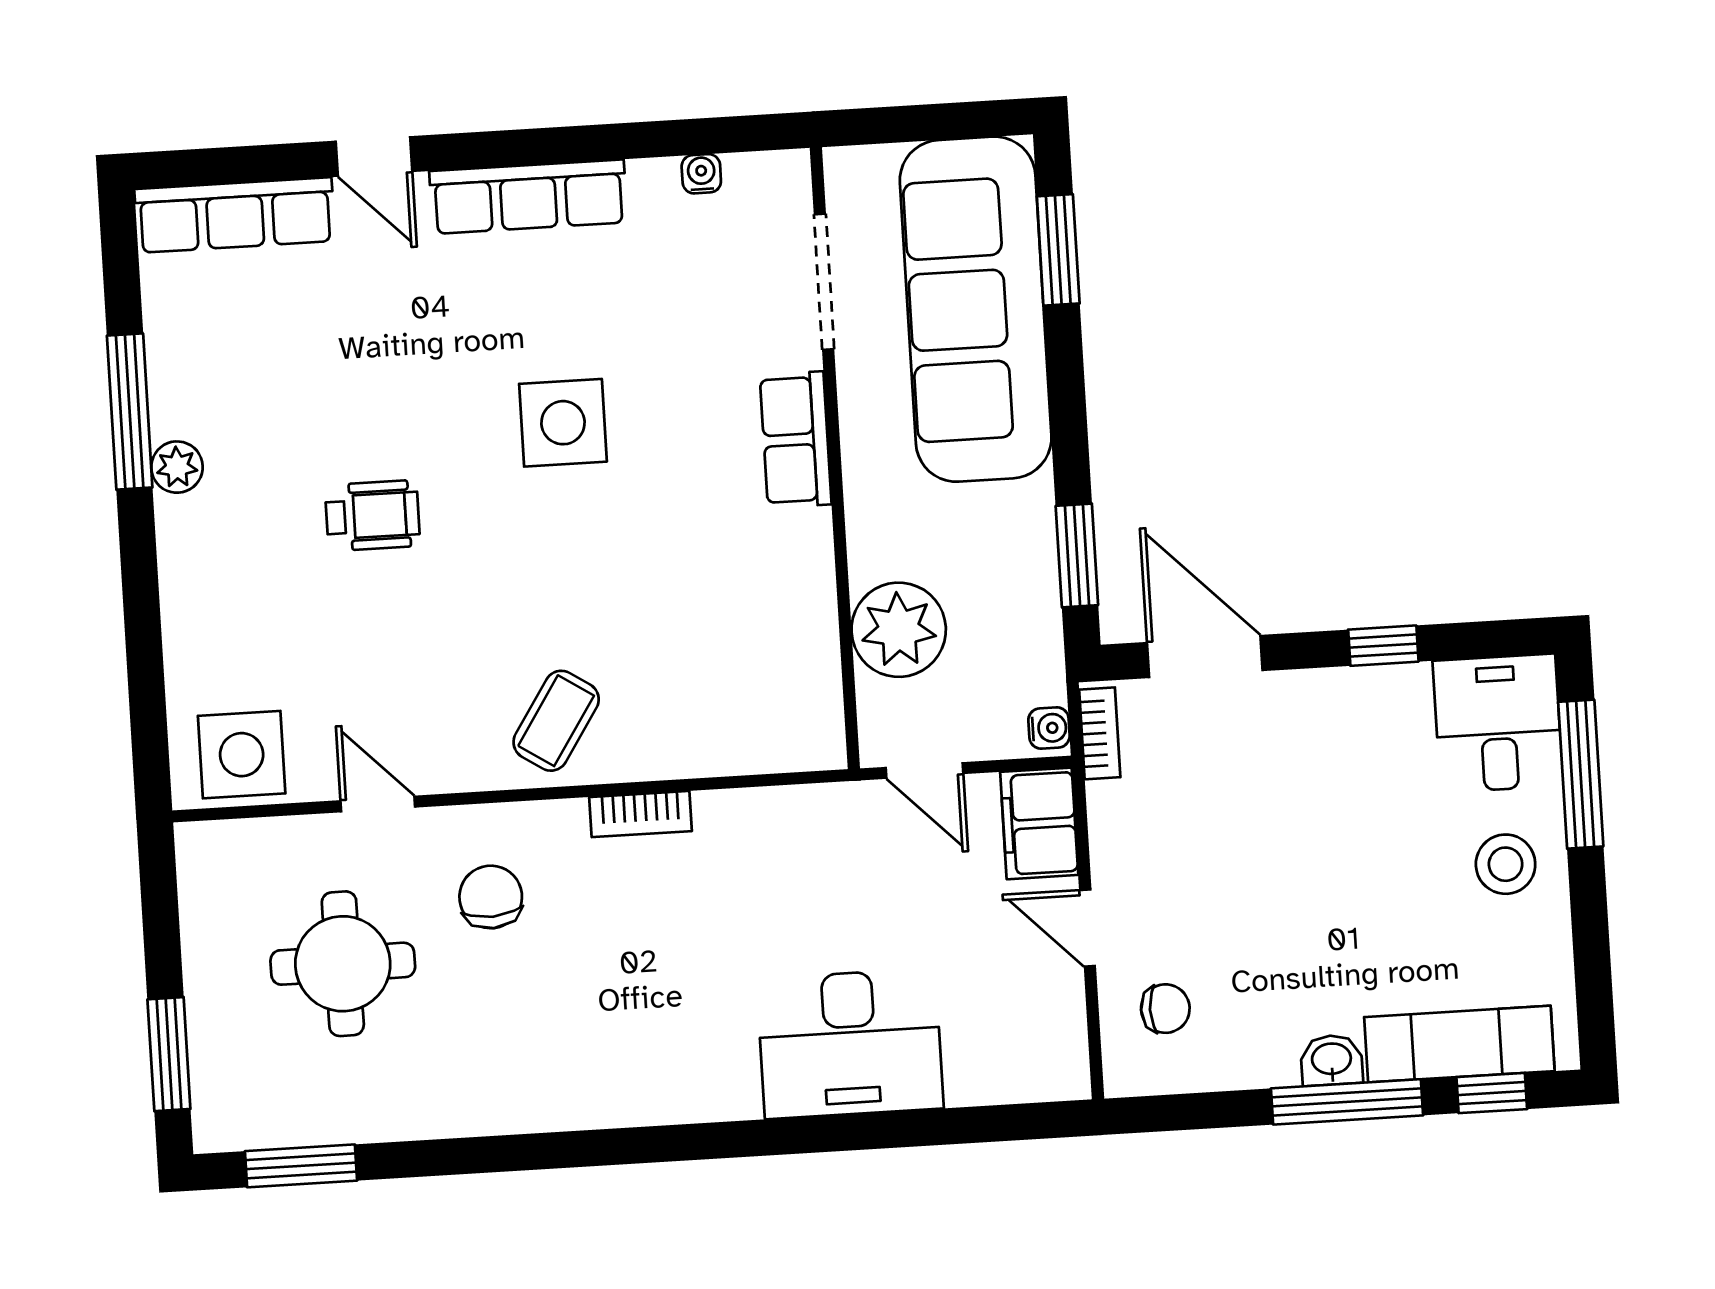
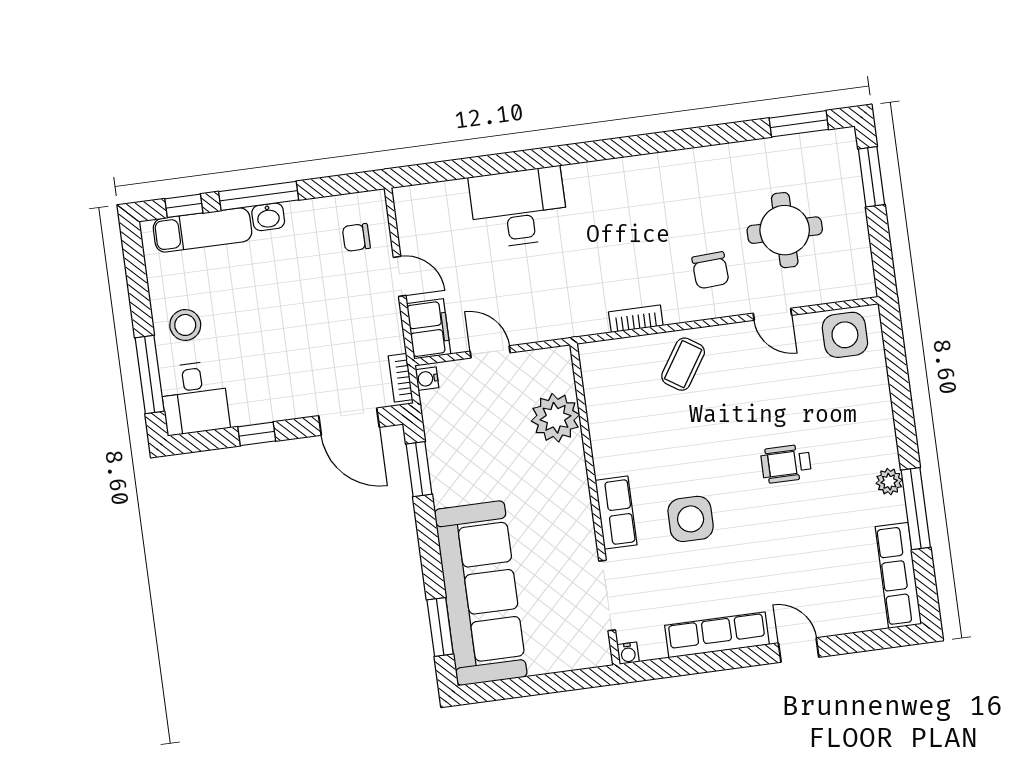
row of seats: (235, 215) -> (898, 575), moved, turned -90
doorway: (824, 282) -> (607, 596), moved
row of seats: (796, 440) -> (616, 513), moved
wall: (835, 458) -> (595, 504), moved
plant: (899, 630) -> (555, 418), moved

